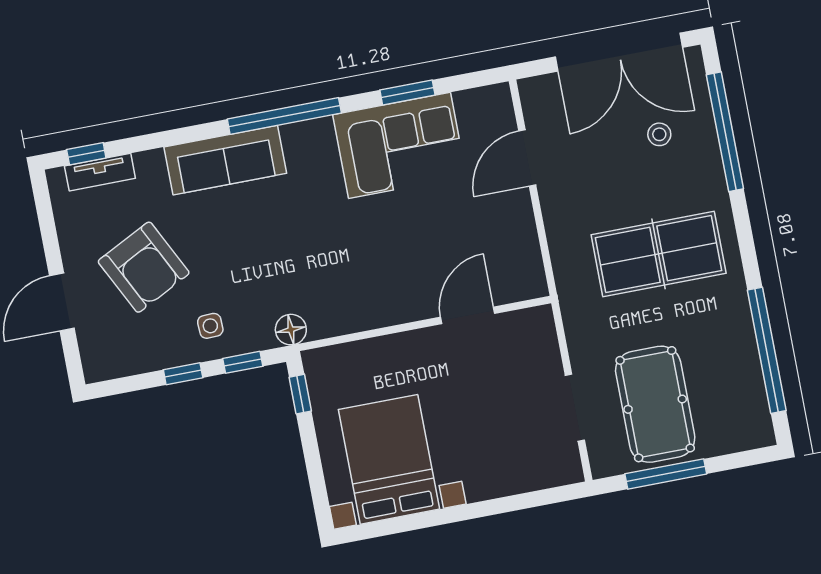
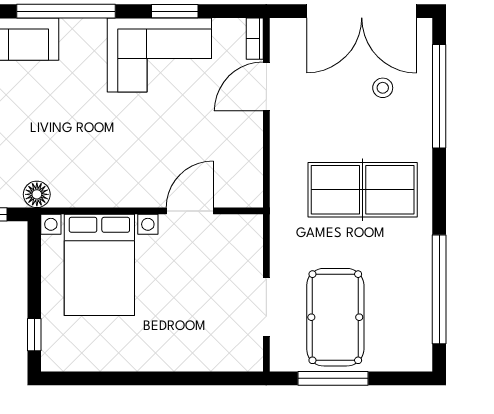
bookcase: (504, 106) -> (255, 39), added
window: (300, 394) -> (34, 335), moved
bed with nightstands: (389, 459) -> (99, 265), moved, turned 180

